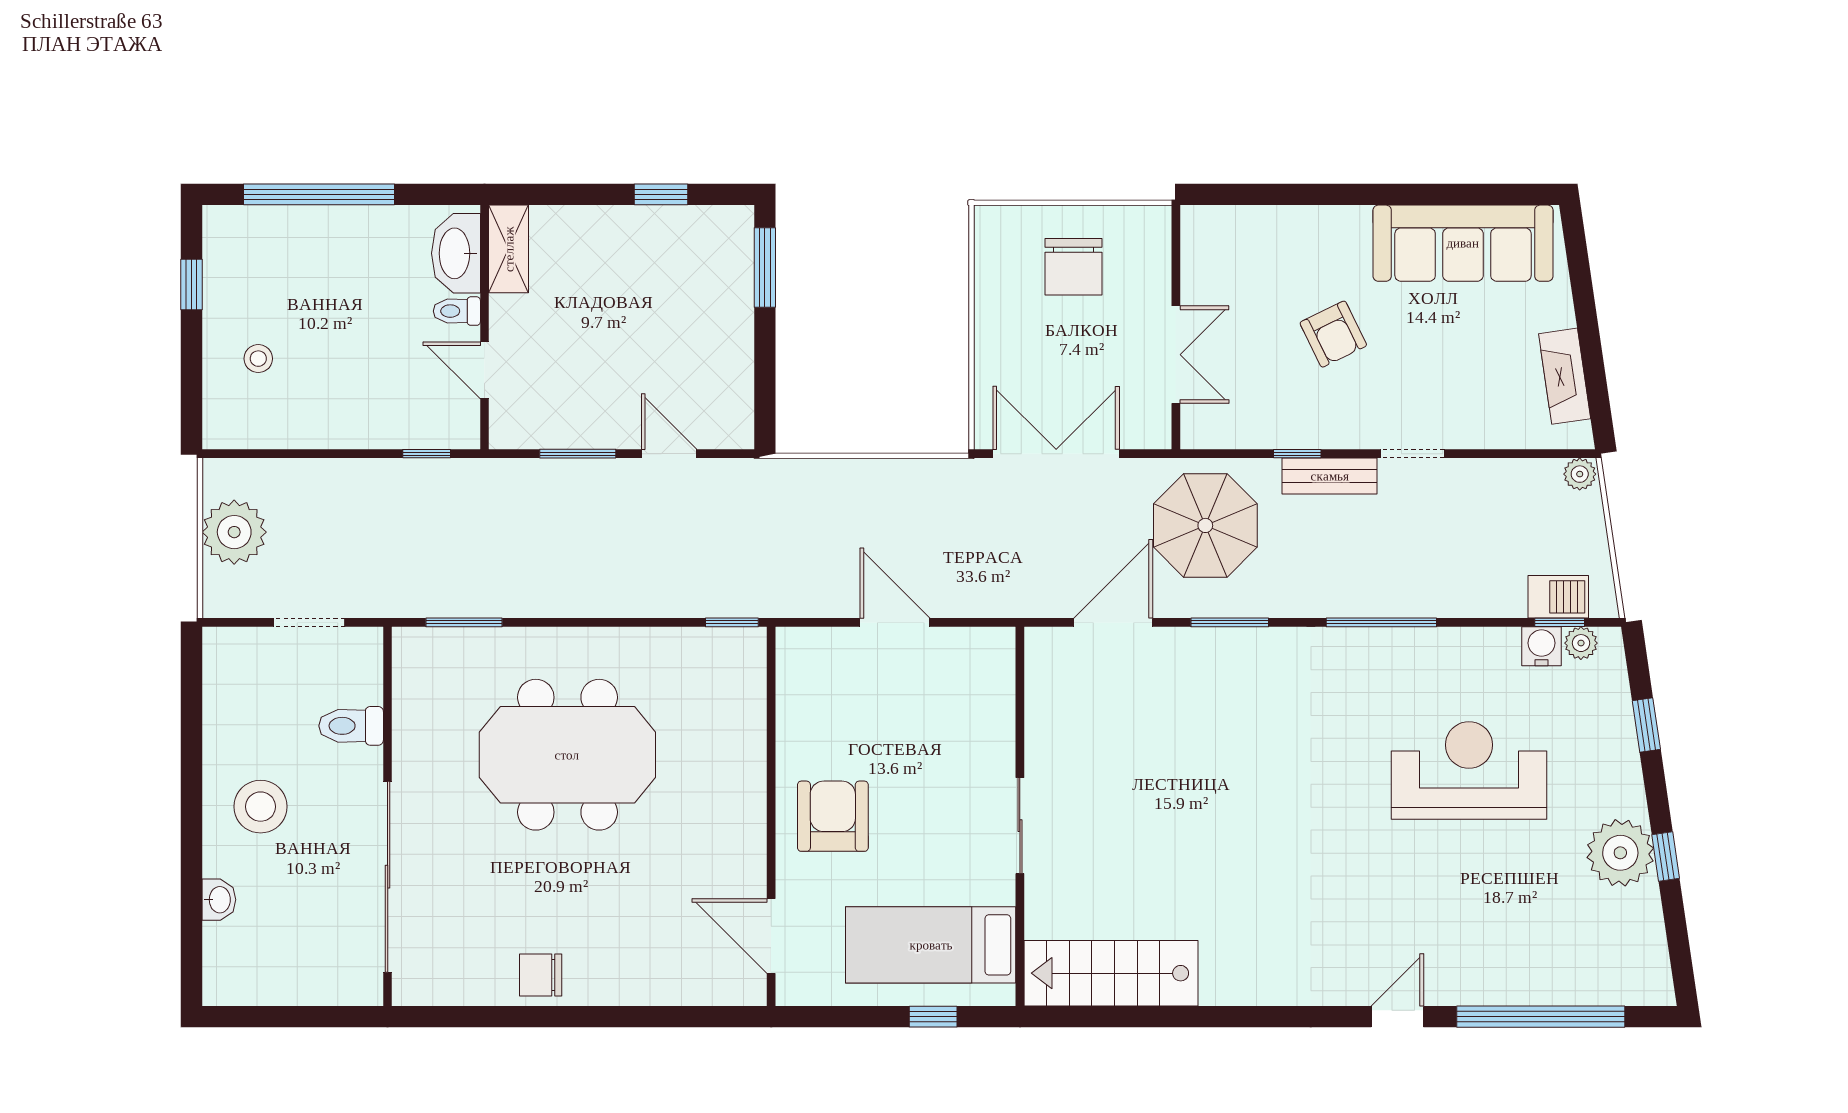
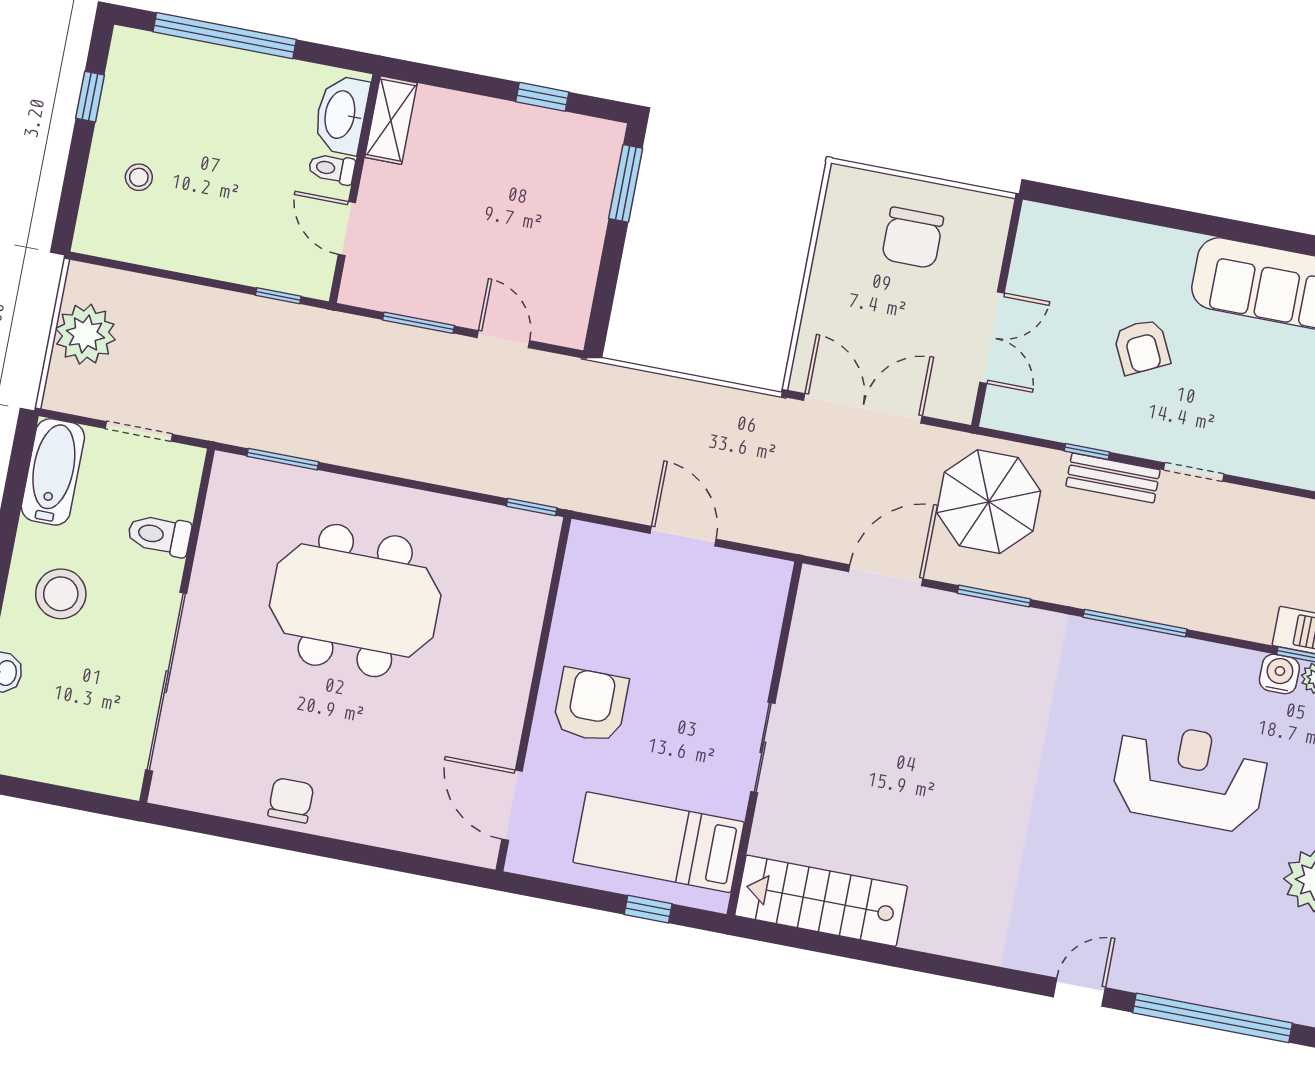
bathtub: (228, 682) -> (53, 472), added
chair: (541, 975) -> (291, 800), turned 90

